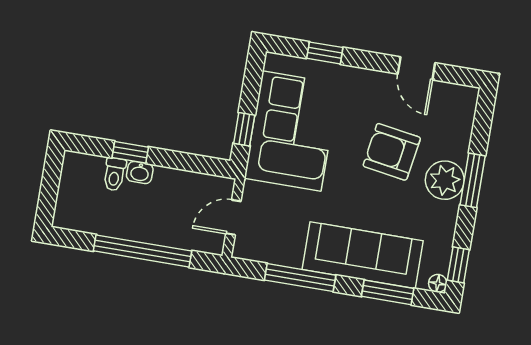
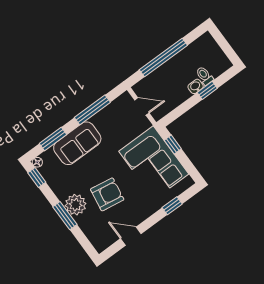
door: (233, 217) -> (142, 106), hinge flipped
sofa: (363, 255) -> (77, 143), width x0.73

